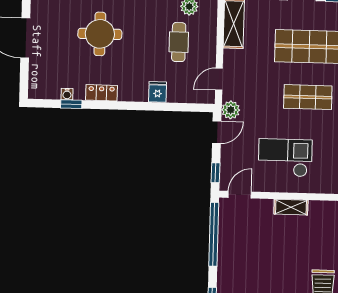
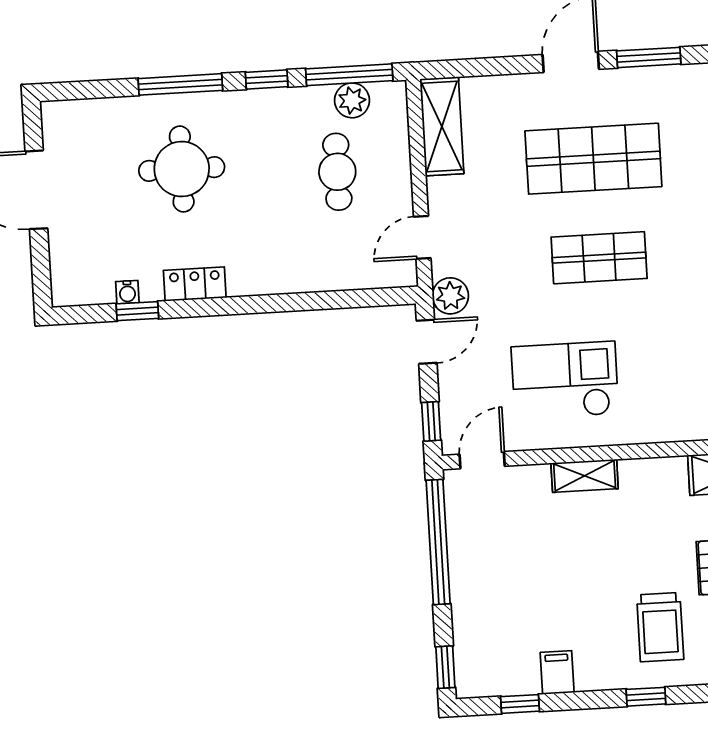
fridge: (158, 92) -> (304, 273), removed

